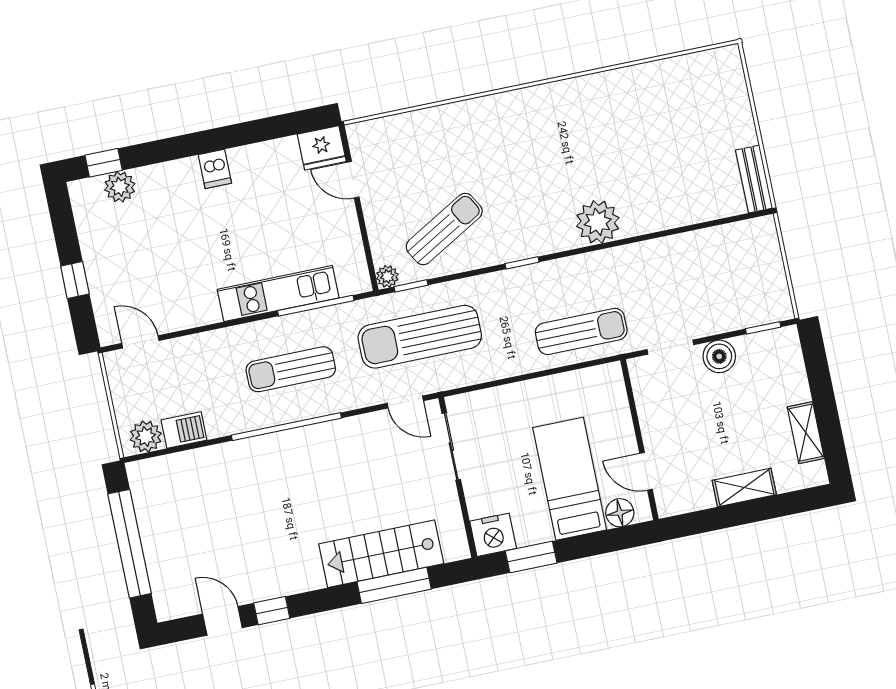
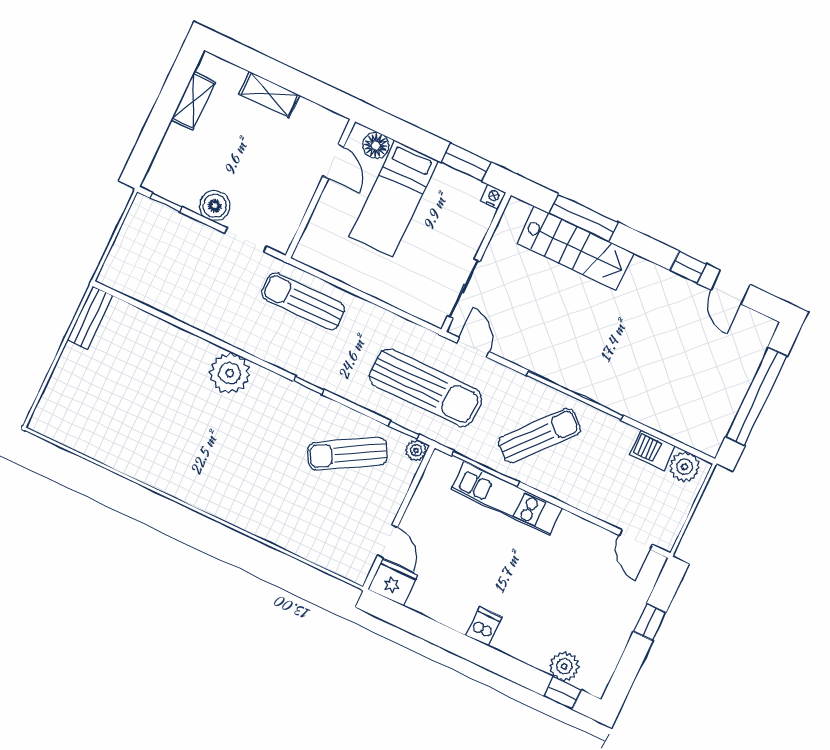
sun lounger: (291, 369) -> (539, 435), turned -49
nightstand: (493, 535) -> (493, 197), width x0.53, depth x0.56

